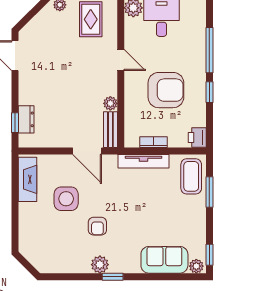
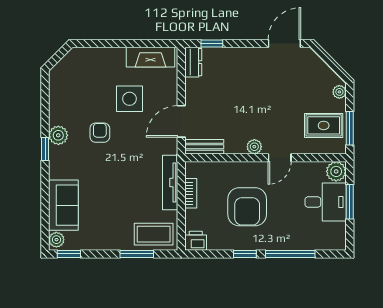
plant: (110, 103) -> (254, 147), moved
dresser: (26, 119) -> (193, 62), moved, turned -90
armchair: (97, 226) -> (100, 133), turned 90

